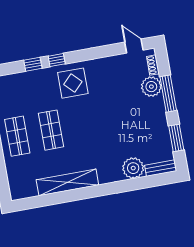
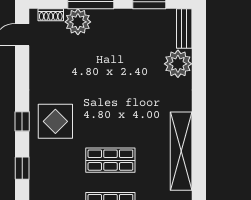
window: (57, 60) -> (22, 121), moved

